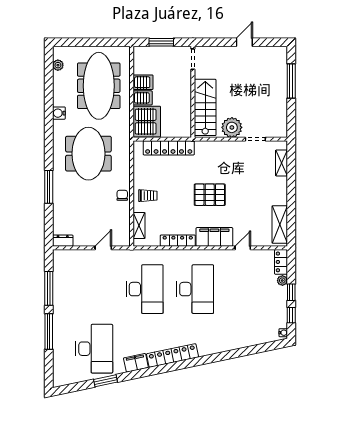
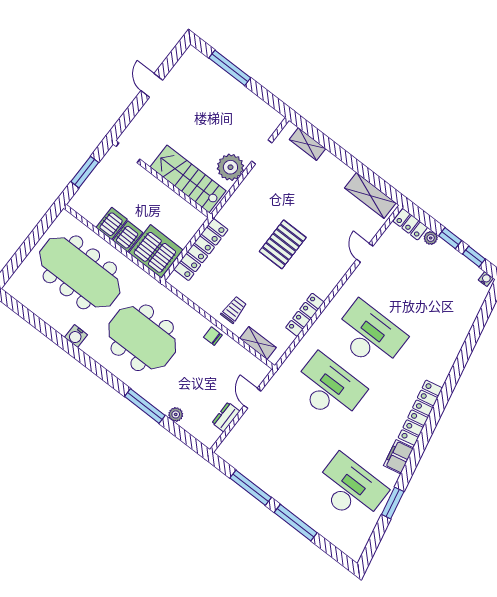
plant: (58, 65) -> (176, 414), moved
filing cabinet: (214, 237) -> (331, 274), removed
dresser: (63, 241) -> (226, 417), moved

